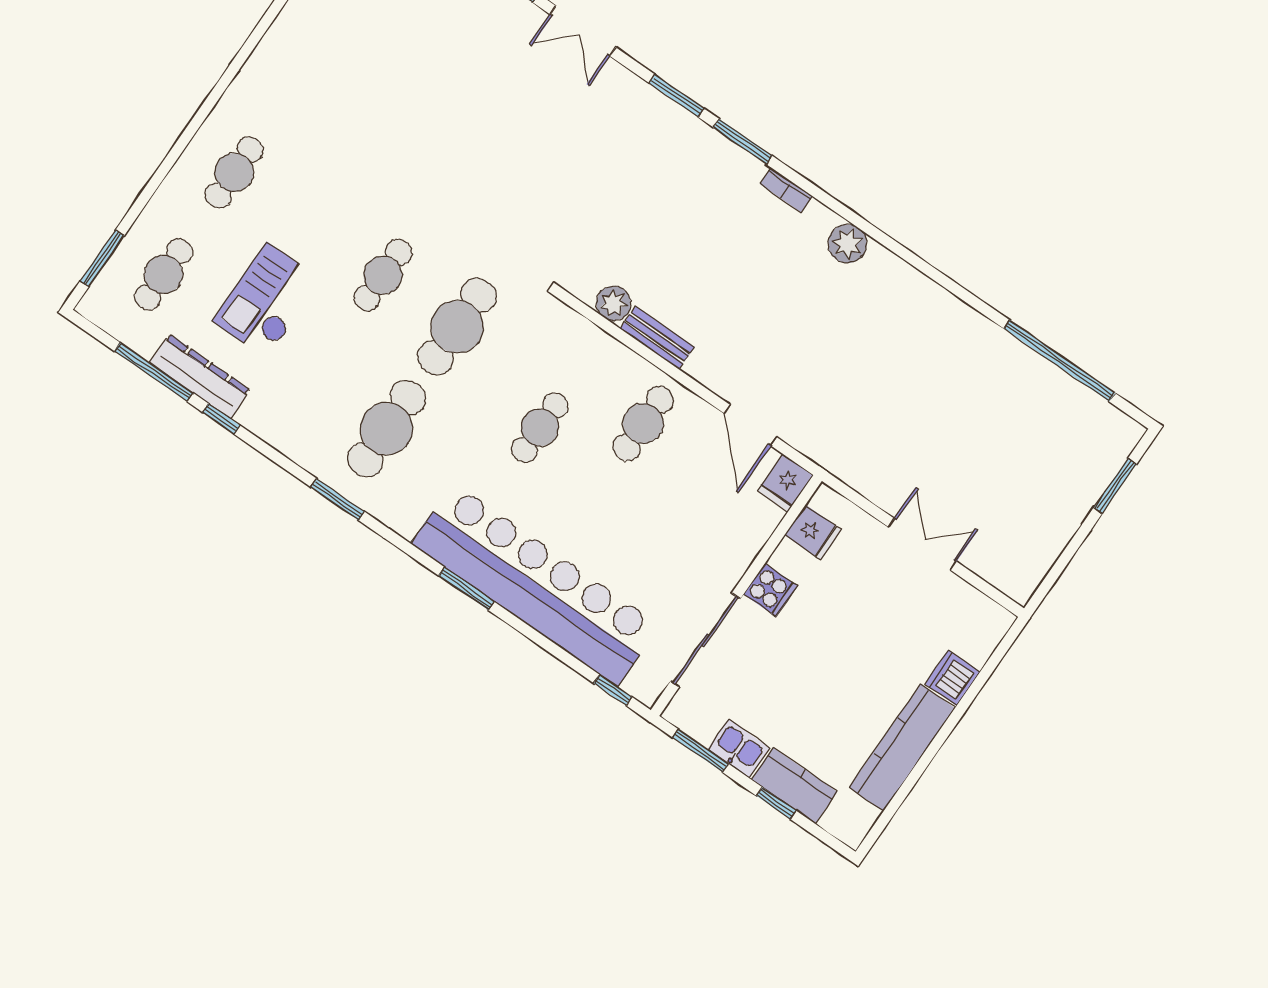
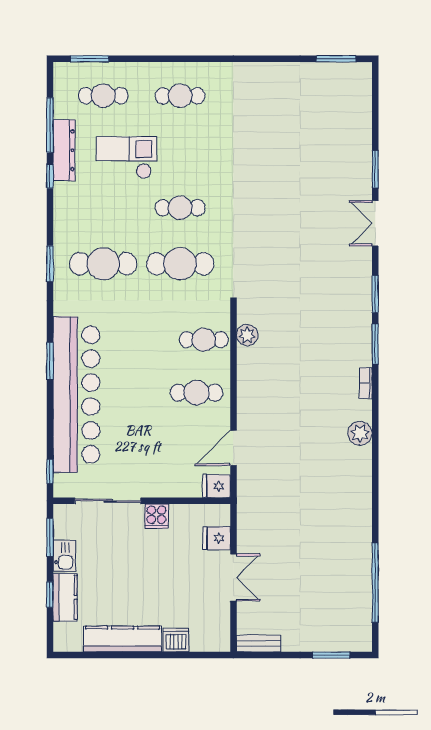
bench: (657, 338) -> (259, 643), moved, turned 90
cafe table: (540, 427) -> (204, 340), moved
fridge: (813, 532) -> (217, 538), moved, turned 90

